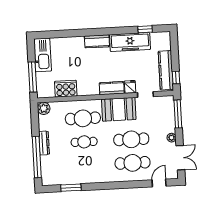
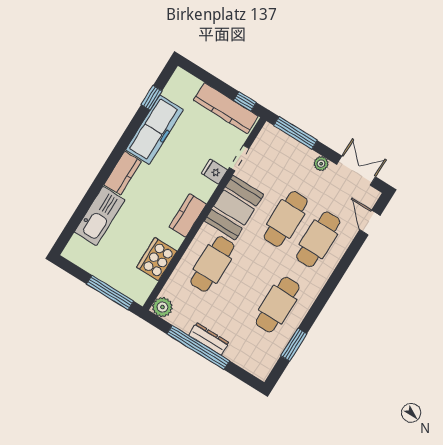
kitchen sink: (43, 55) -> (100, 216), moved, turned 90
kitchen counter: (112, 88) -> (188, 215), moved
cafe table: (84, 142) -> (278, 305), moved, width x1.37, depth x1.35
window: (37, 157) -> (198, 347), moved

